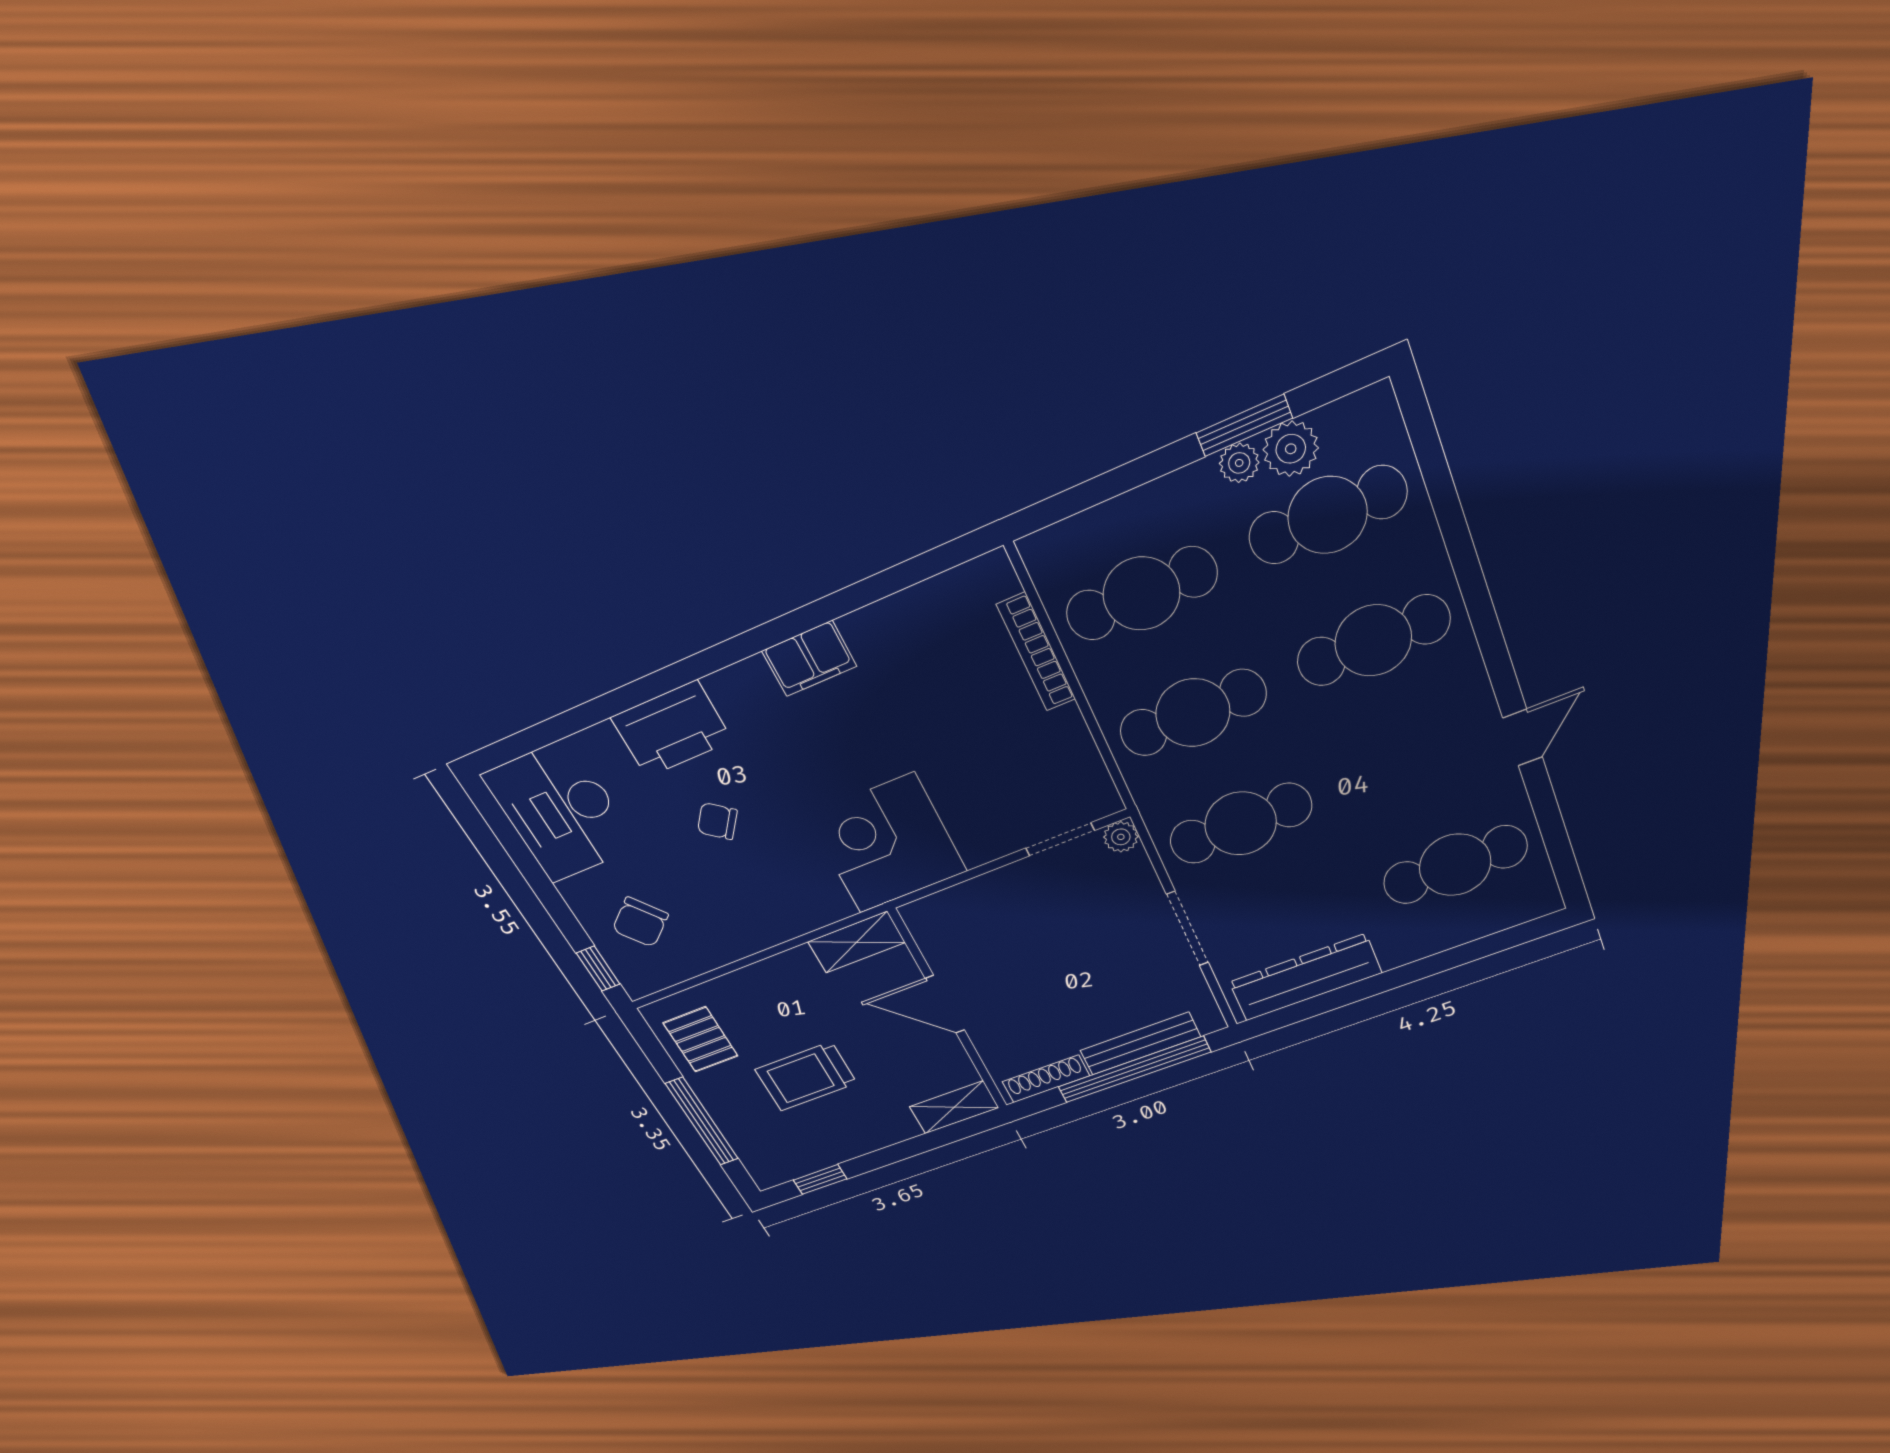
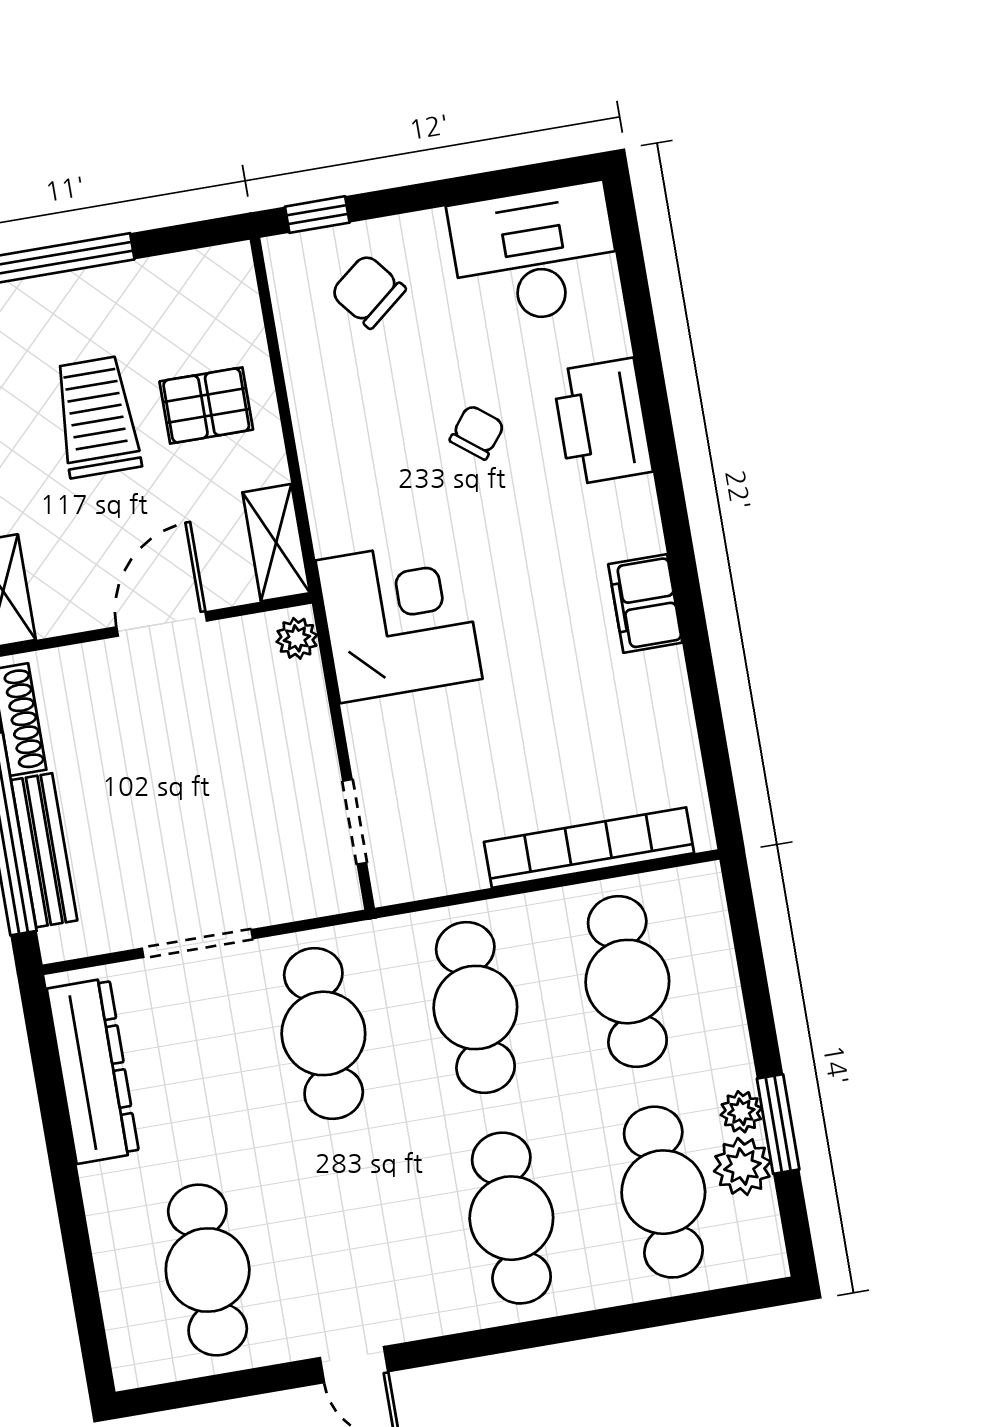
bookcase: (1036, 652) -> (589, 848), width x1.48, depth x1.31
plant: (1121, 837) -> (297, 638), moved
pallet: (700, 1039) -> (206, 405), moved

